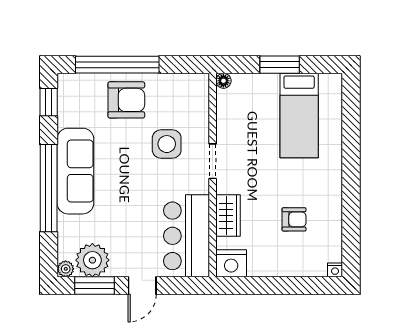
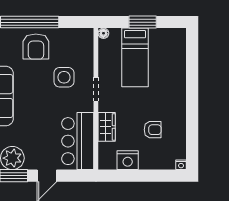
armchair: (126, 100) -> (36, 47), turned 90
bed: (299, 116) -> (135, 57), moved
nightstand: (231, 263) -> (128, 160), moved

